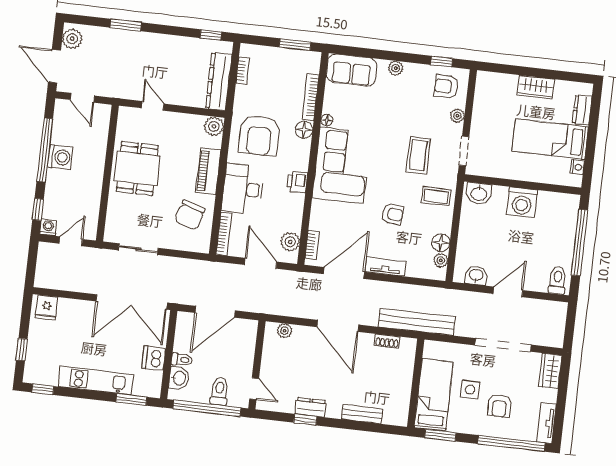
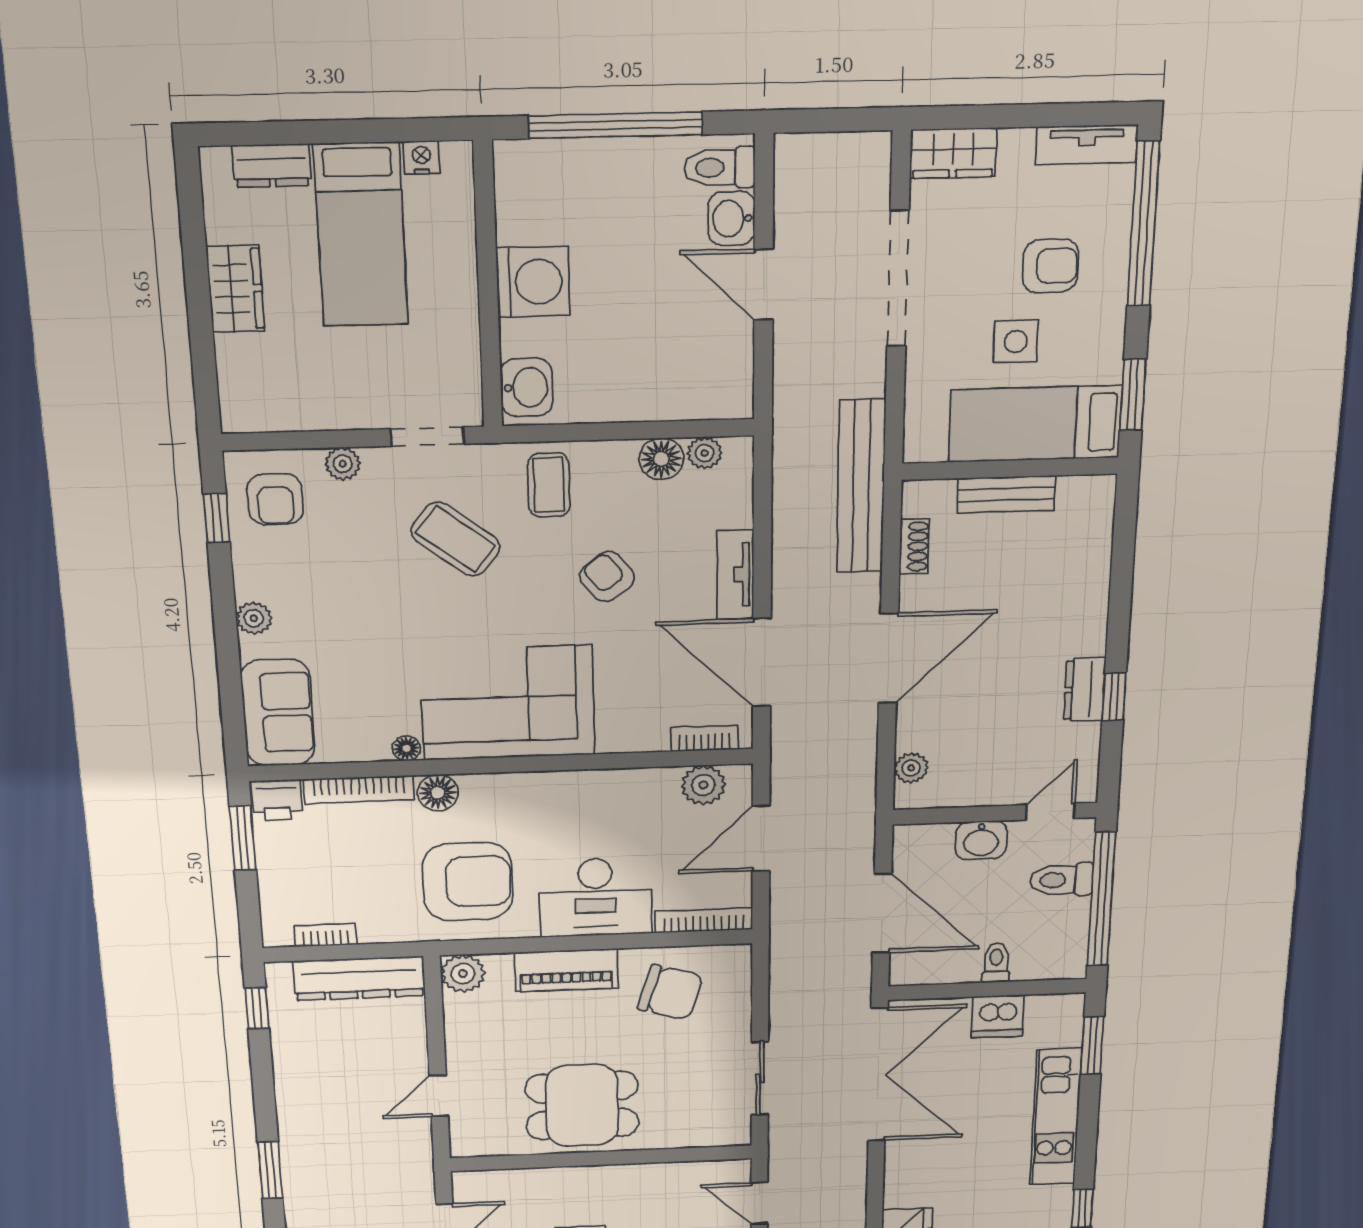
coffee table: (418, 155) -> (456, 539), turned 38
printer: (297, 182) -> (277, 800), moved
armchair: (393, 214) -> (607, 577), turned -43
washbasin: (476, 276) -> (731, 218), moved
washbasin: (179, 378) -> (981, 840), moved, turned 180
bench: (362, 414) -> (1006, 494), moved, turned 90

